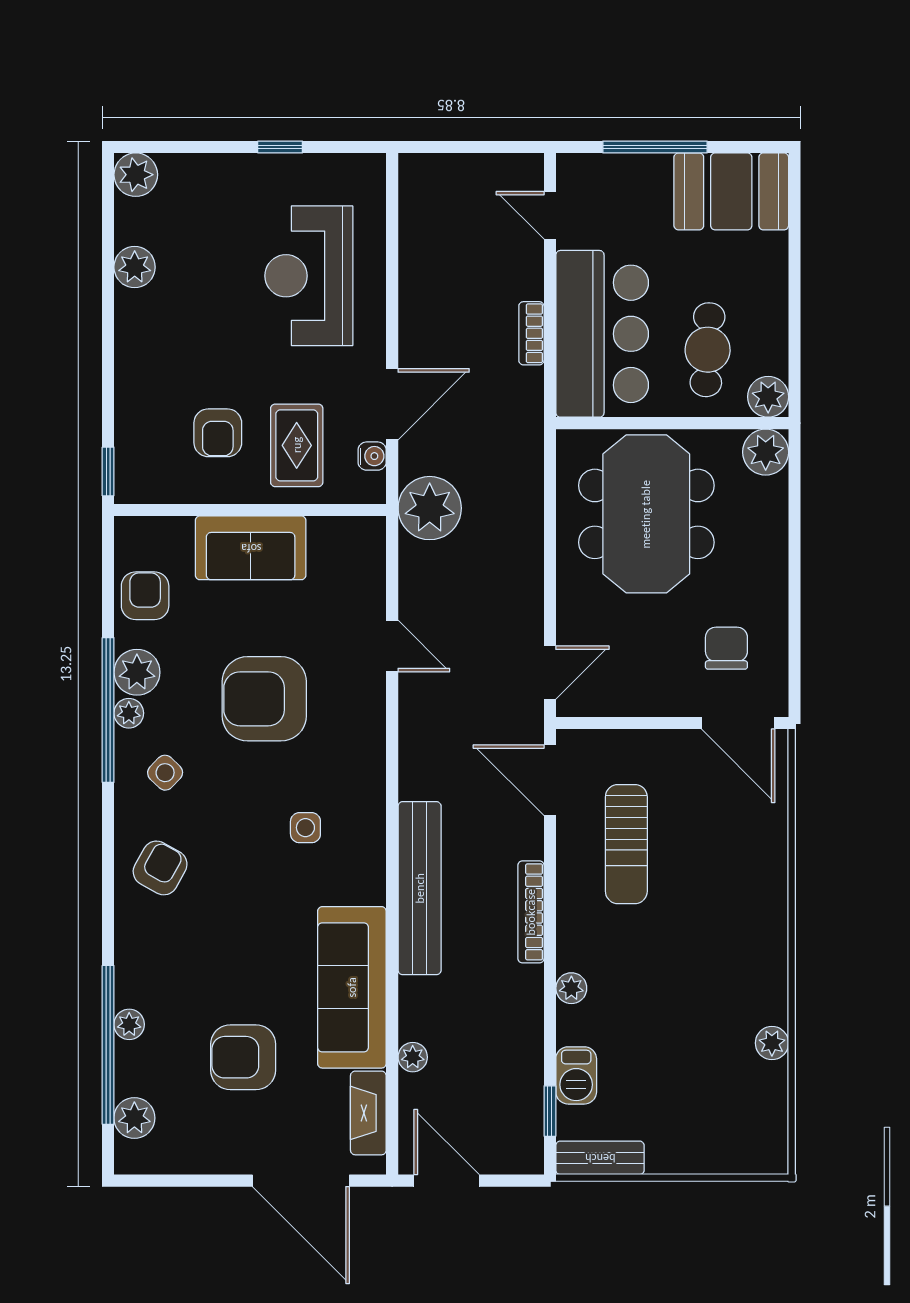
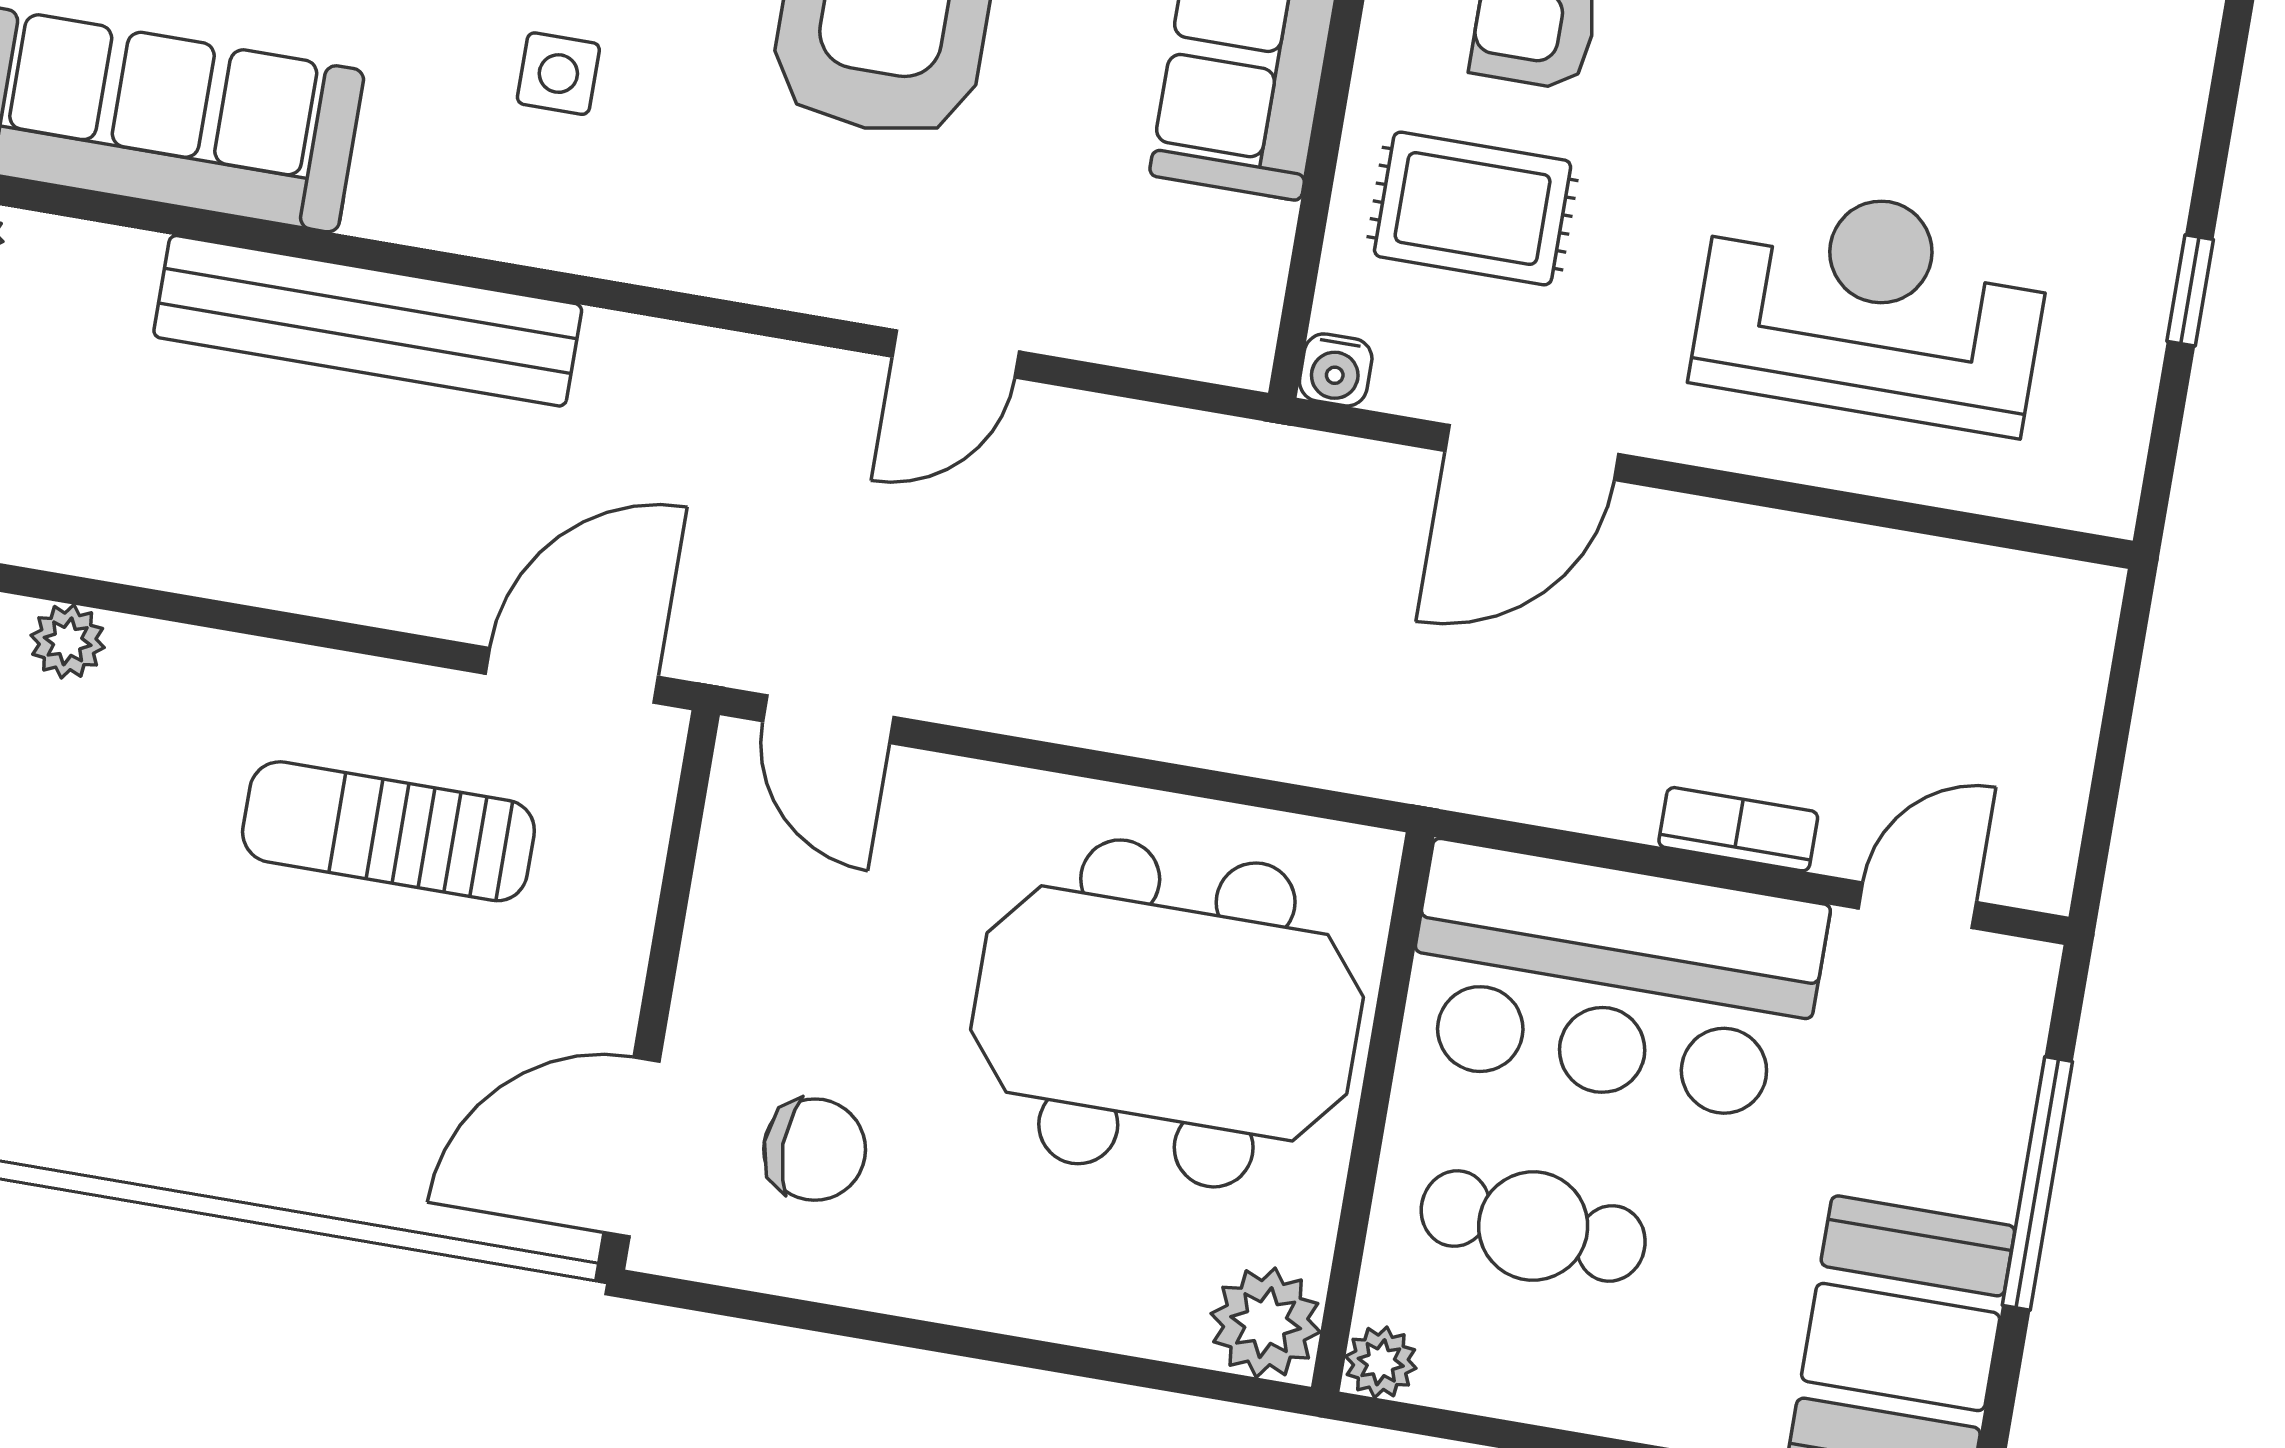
bookcase: (531, 333) -> (1738, 829), moved
plant: (768, 397) -> (1381, 1362), width x0.73, depth x0.73
door: (392, 404) -> (1532, 452), hinge flipped
water cooler: (372, 456) -> (1336, 370), moved
plant: (430, 508) -> (1269, 500), removed
bookcase: (531, 912) -> (266, 576), removed

